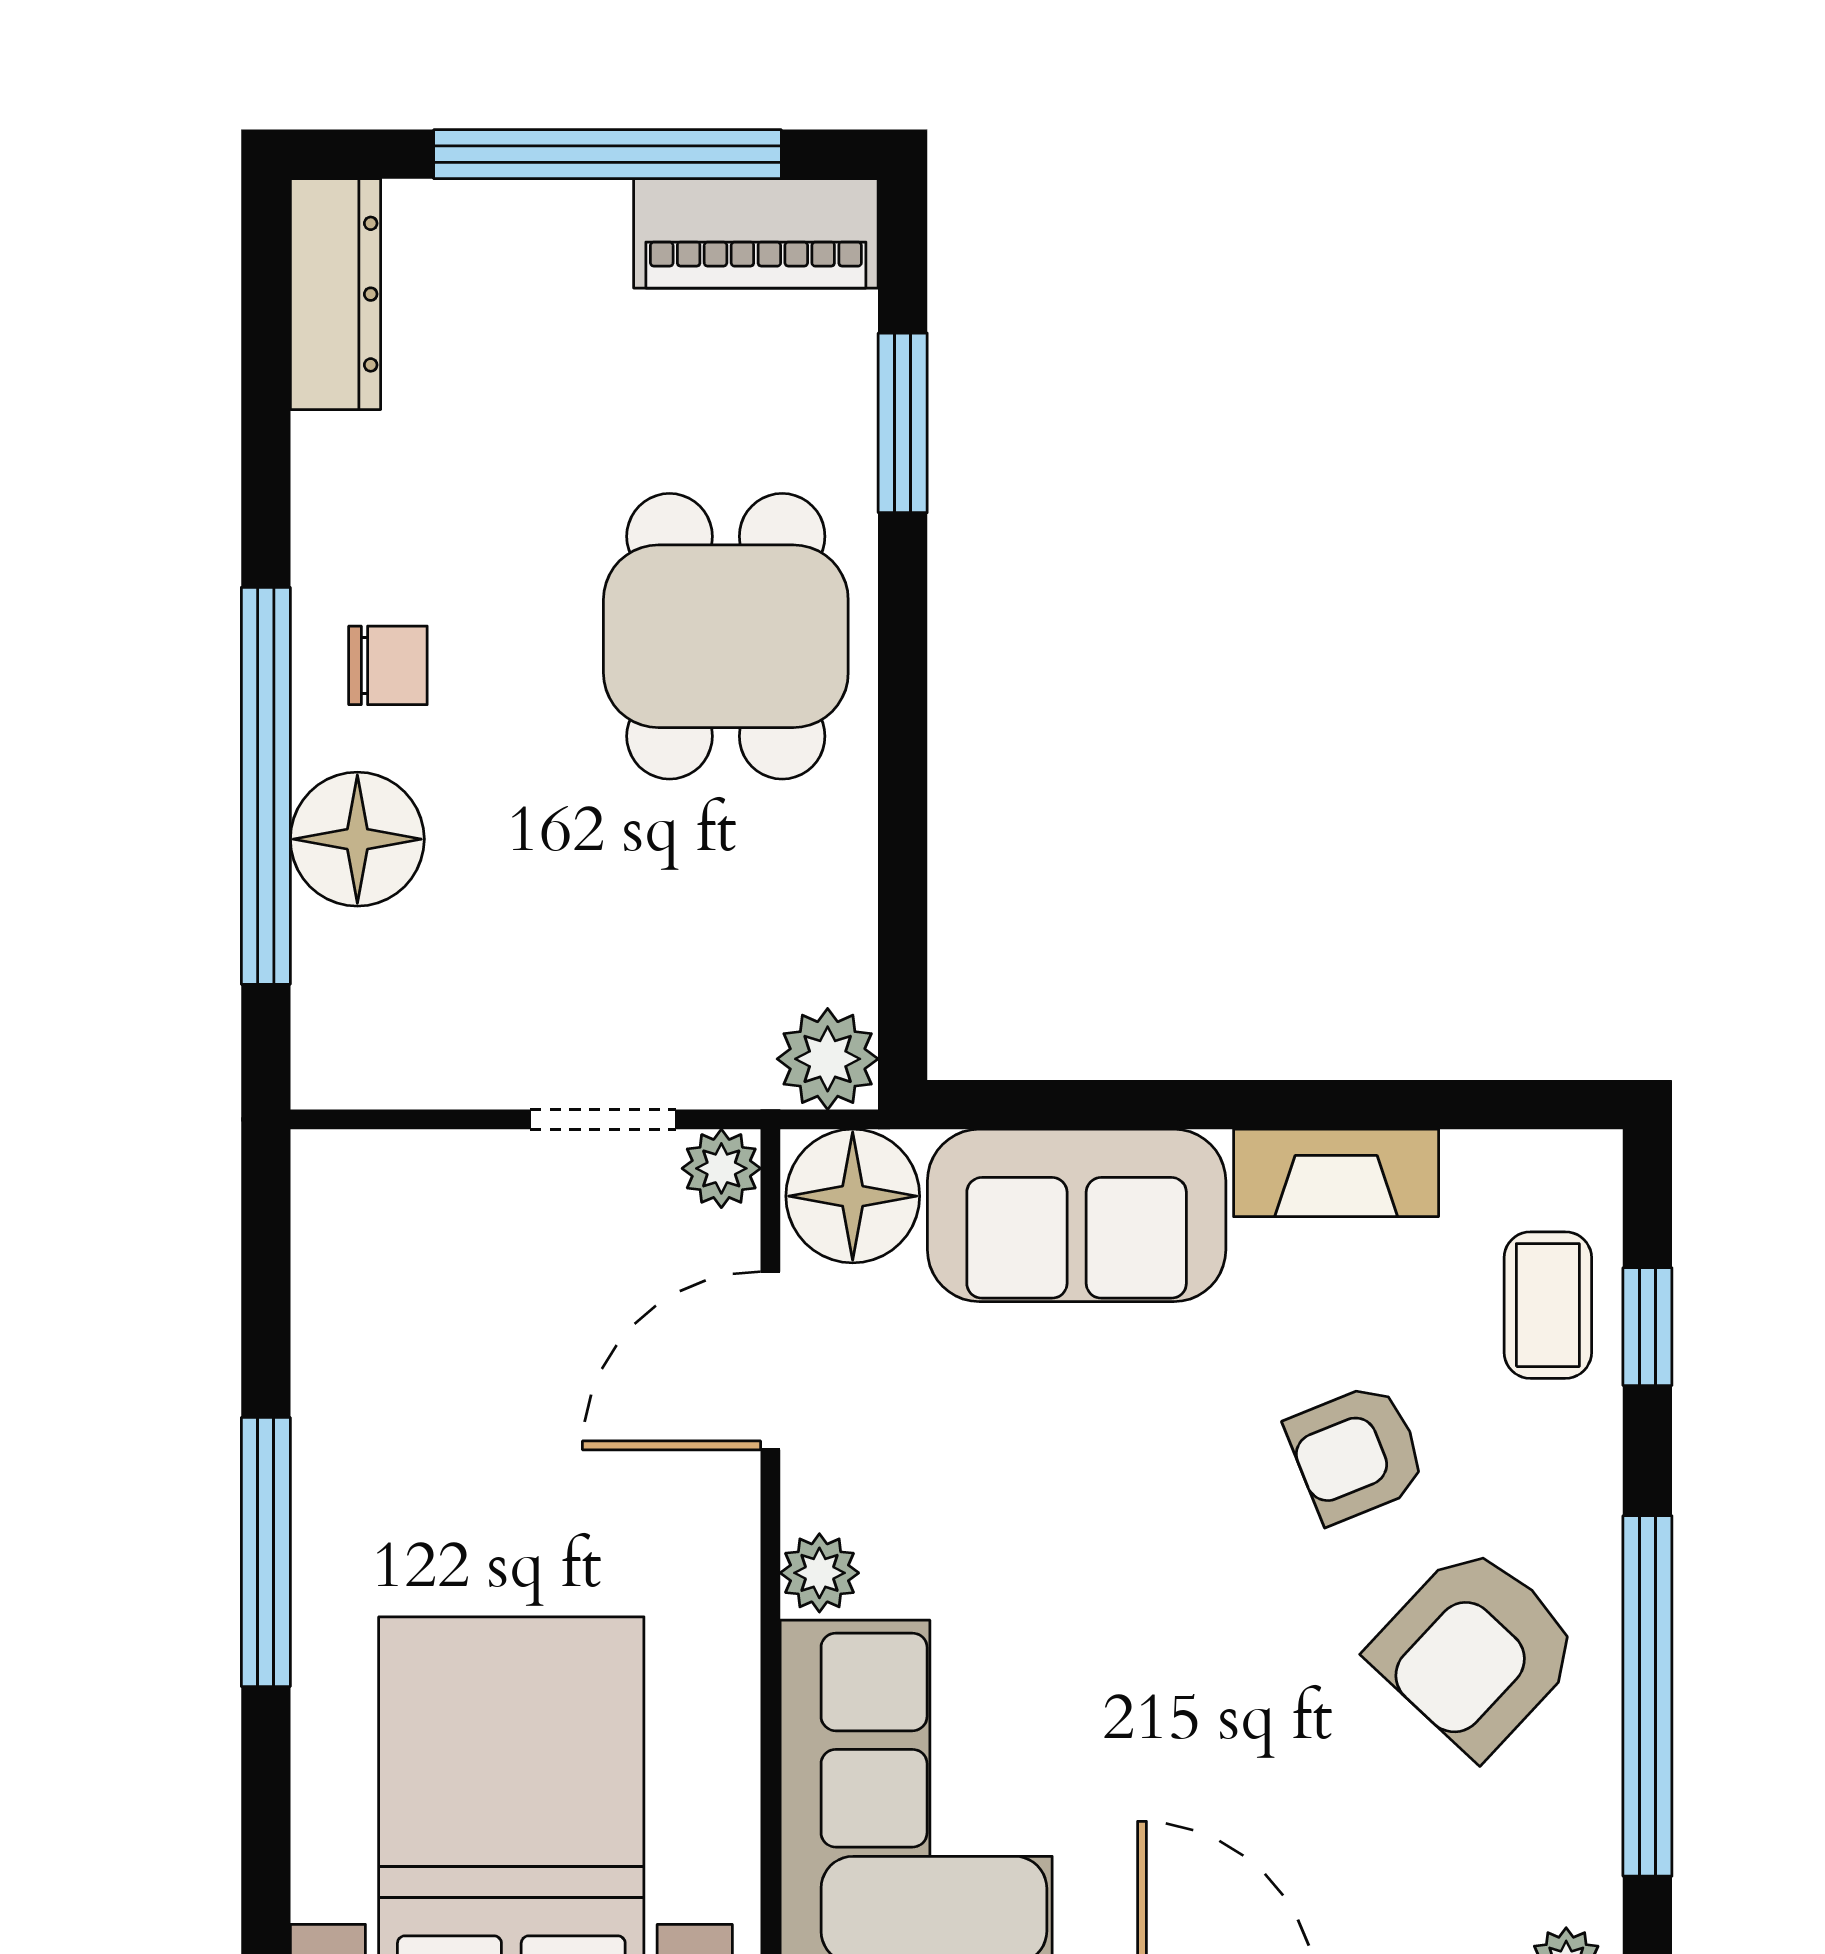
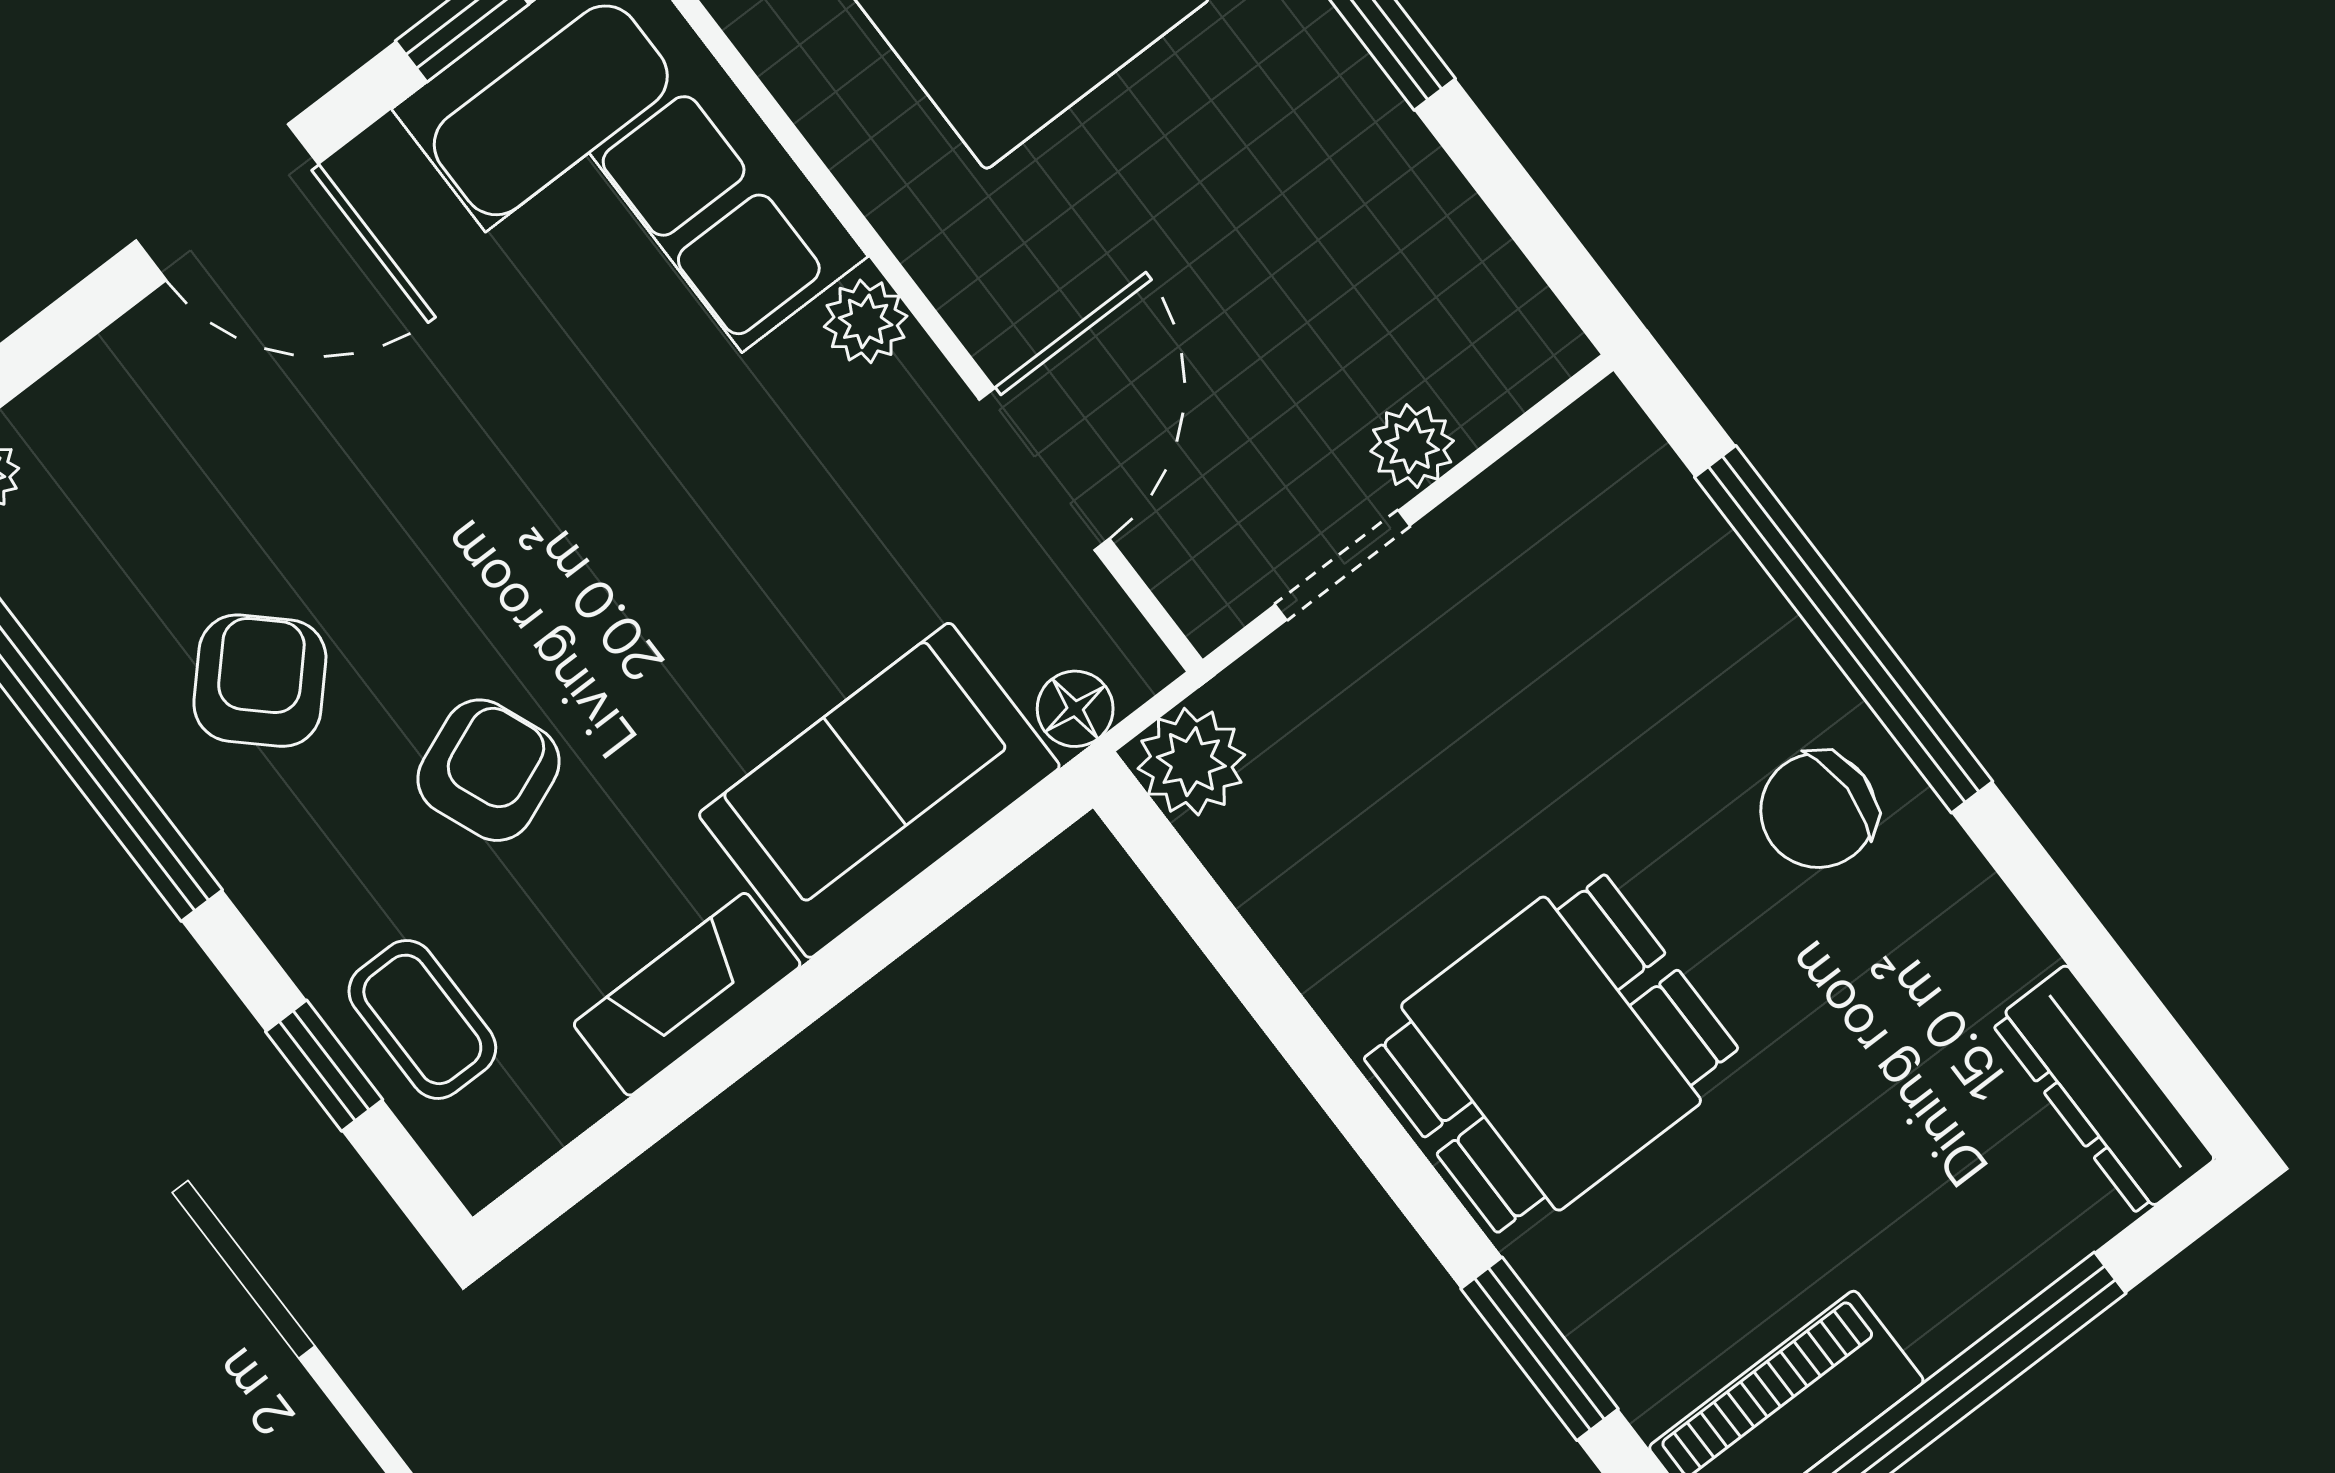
dining table: (726, 636) -> (1551, 1054), turned 90
chair: (388, 665) -> (1818, 810), width x1.37, depth x1.37
floor lamp: (357, 839) -> (1732, 643), removed
plant: (721, 1168) -> (1412, 446), moved
floor lamp: (853, 1196) -> (1075, 709), width x0.53, depth x0.53
armchair: (1476, 1650) -> (260, 681), width x0.72, depth x0.72

